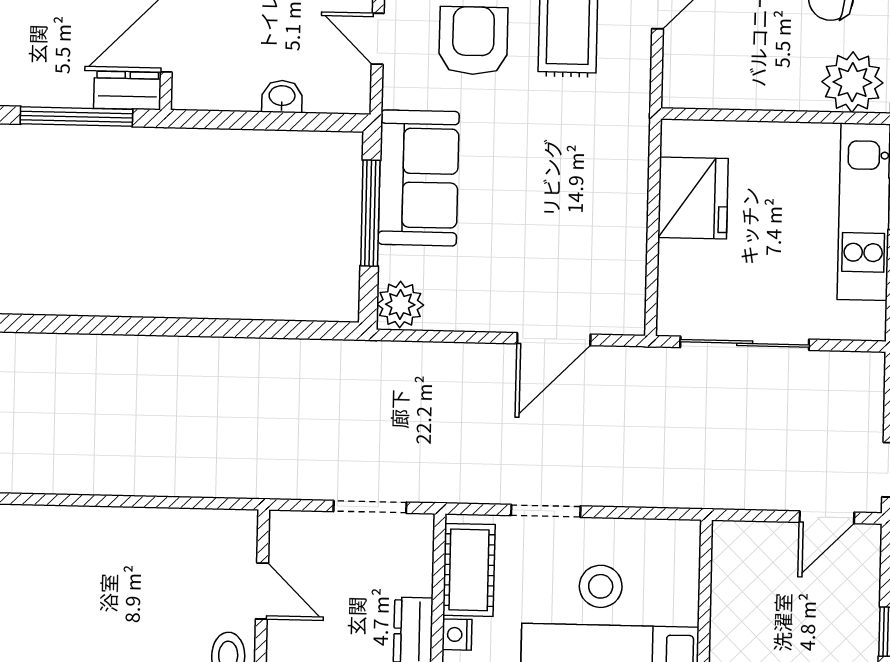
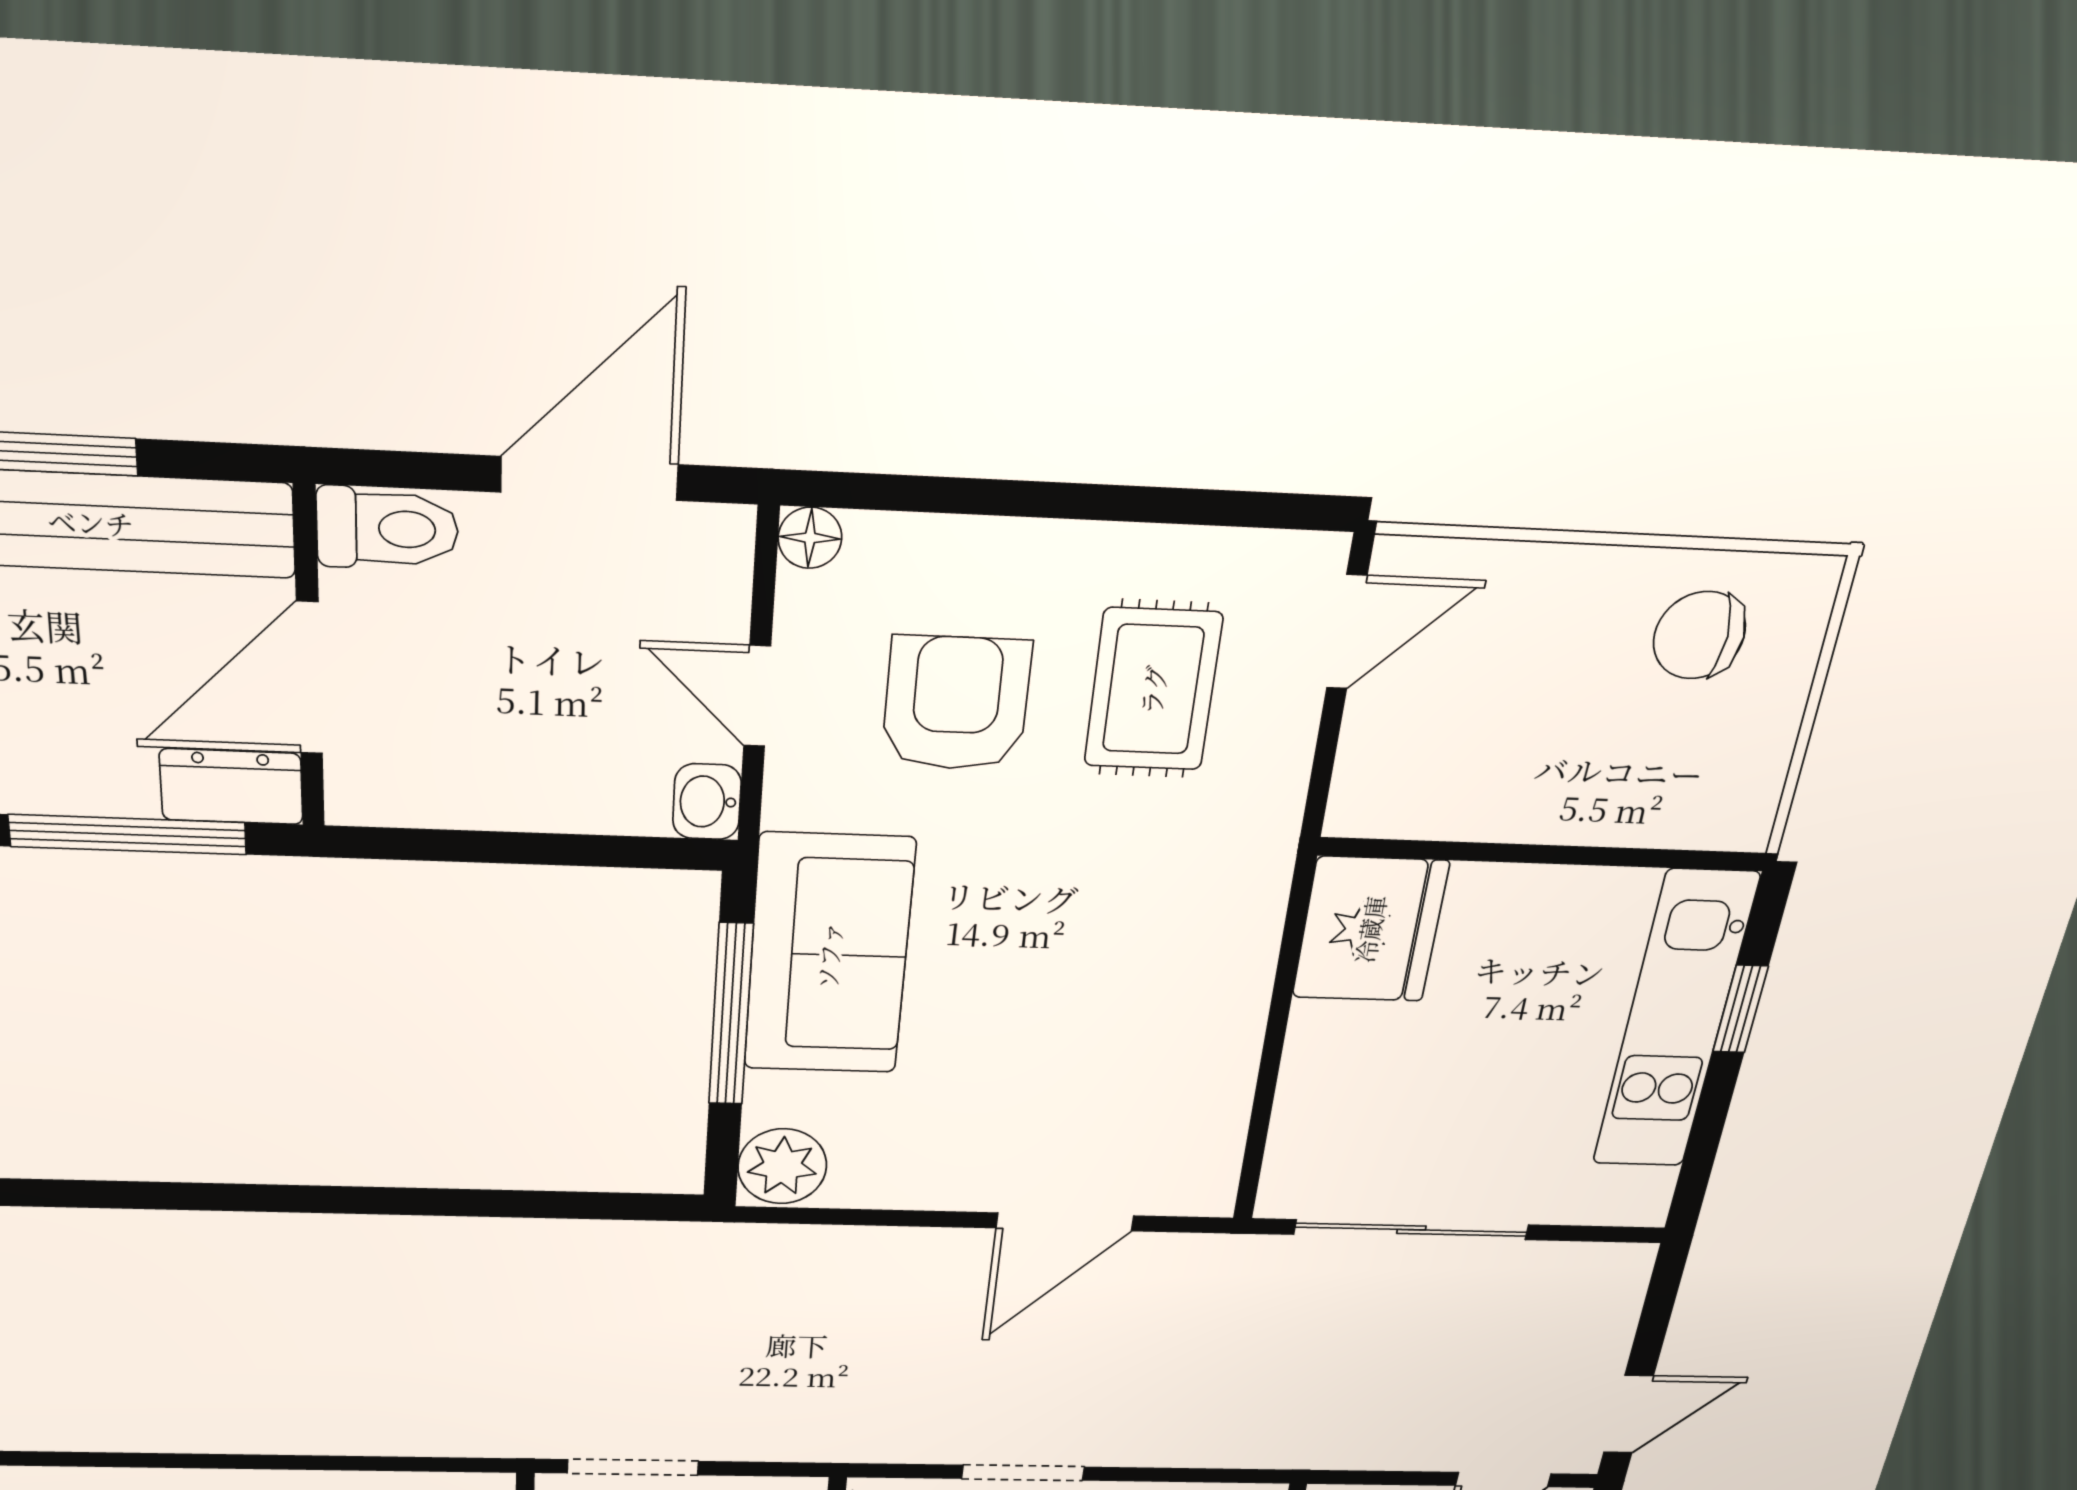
plant: (852, 82) -> (1706, 795), removed
washbasin: (282, 97) -> (707, 802), moved, turned -90
fridge: (693, 198) -> (1370, 929), moved
doorway: (370, 507) -> (633, 1467), moved

